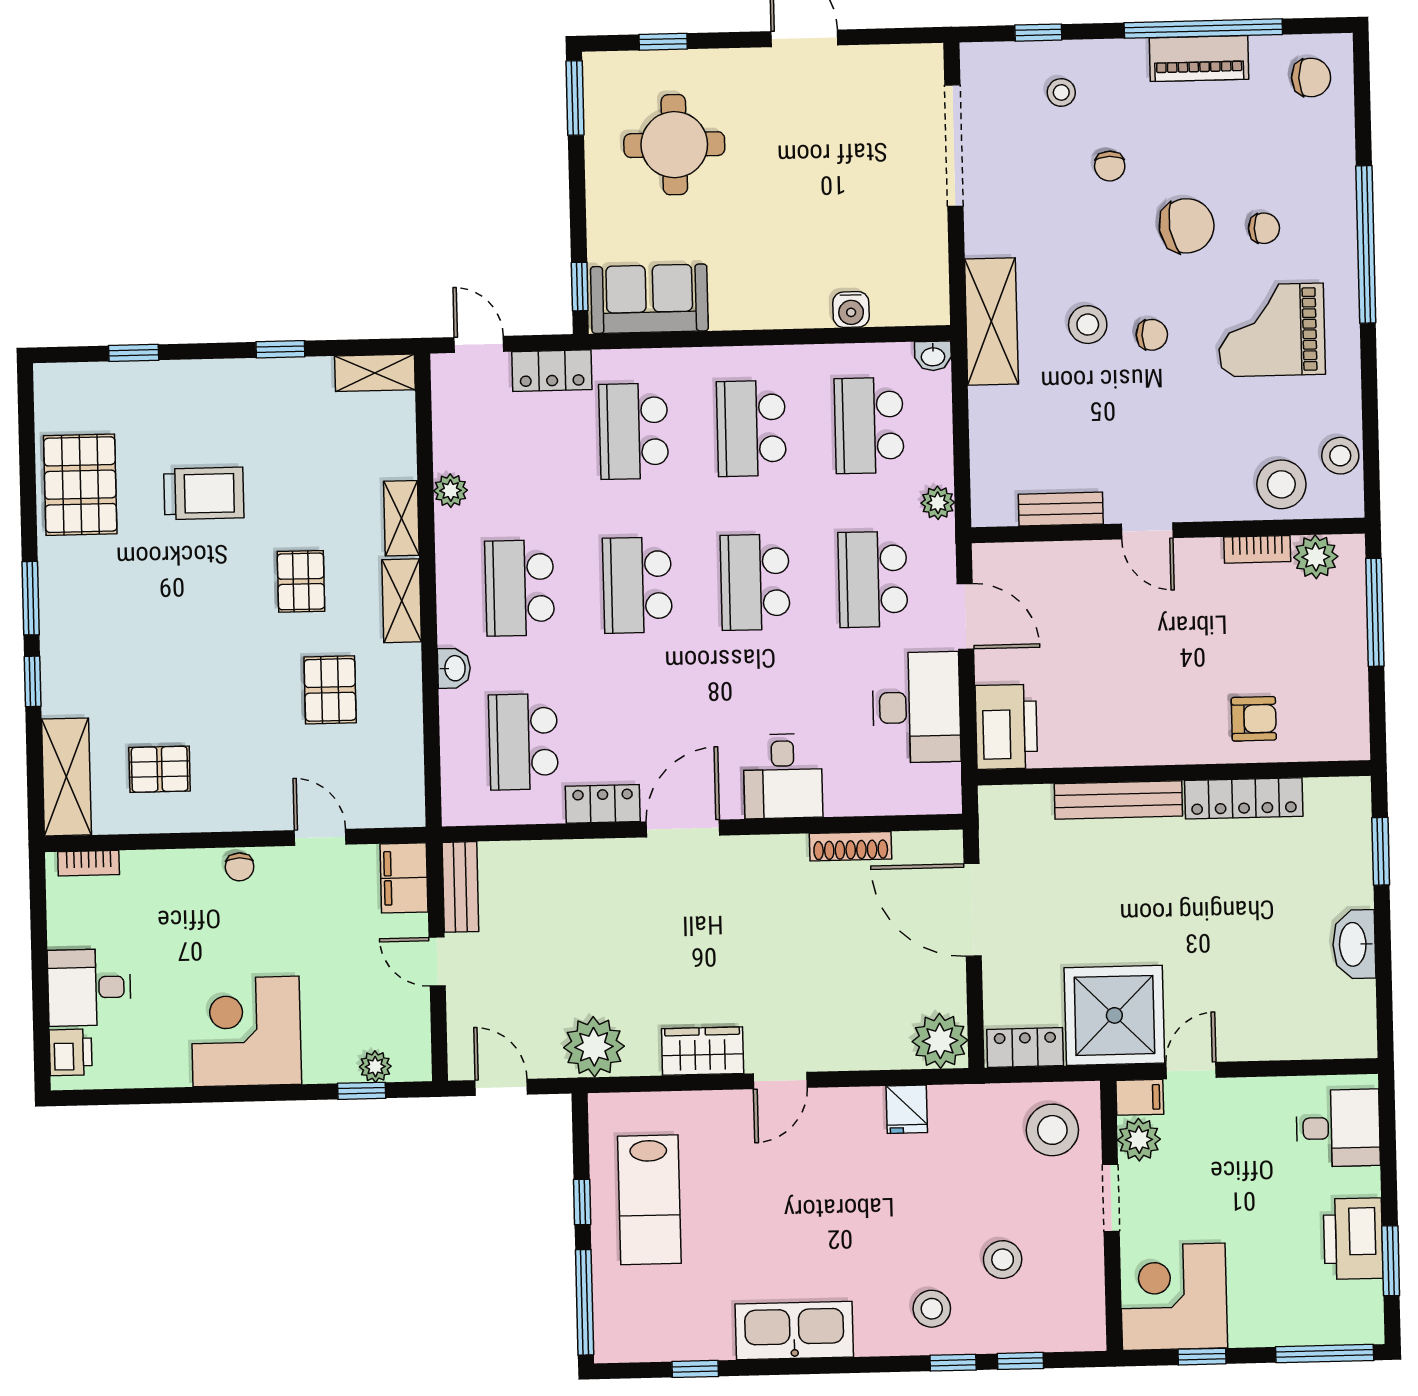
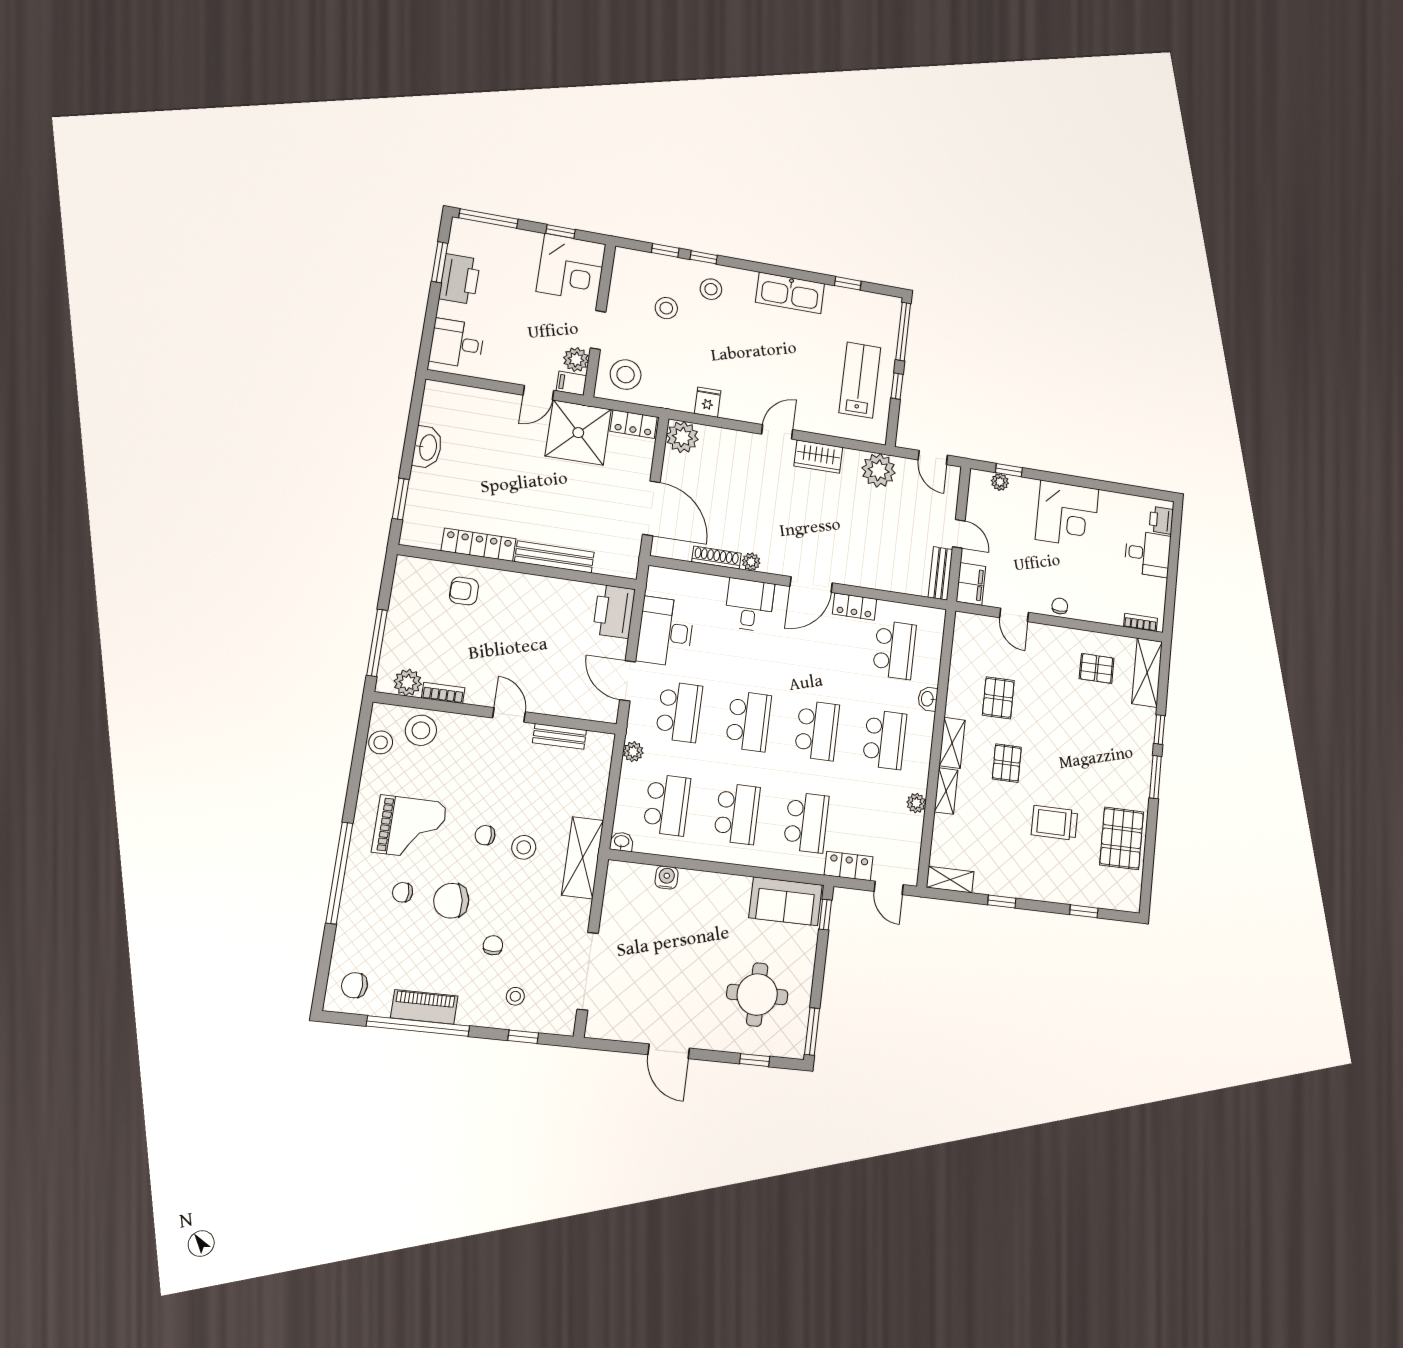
plant: (791, 849) -> (751, 562), added

